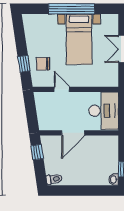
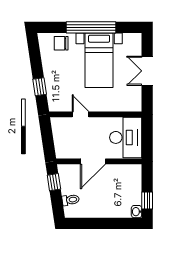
chair: (43, 64) -> (61, 43), moved
toilet: (54, 179) -> (71, 200), moved

